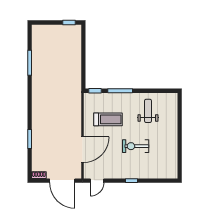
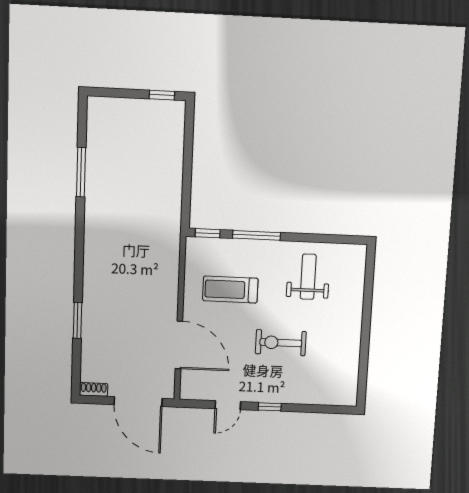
treadmill: (108, 119) -> (230, 289), turned 180
door: (83, 150) -> (179, 345), hinge flipped
door: (97, 181) -> (228, 405), moved

